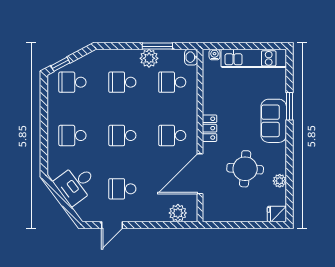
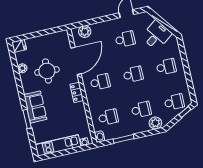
plant: (149, 58) -> (155, 123), moved

